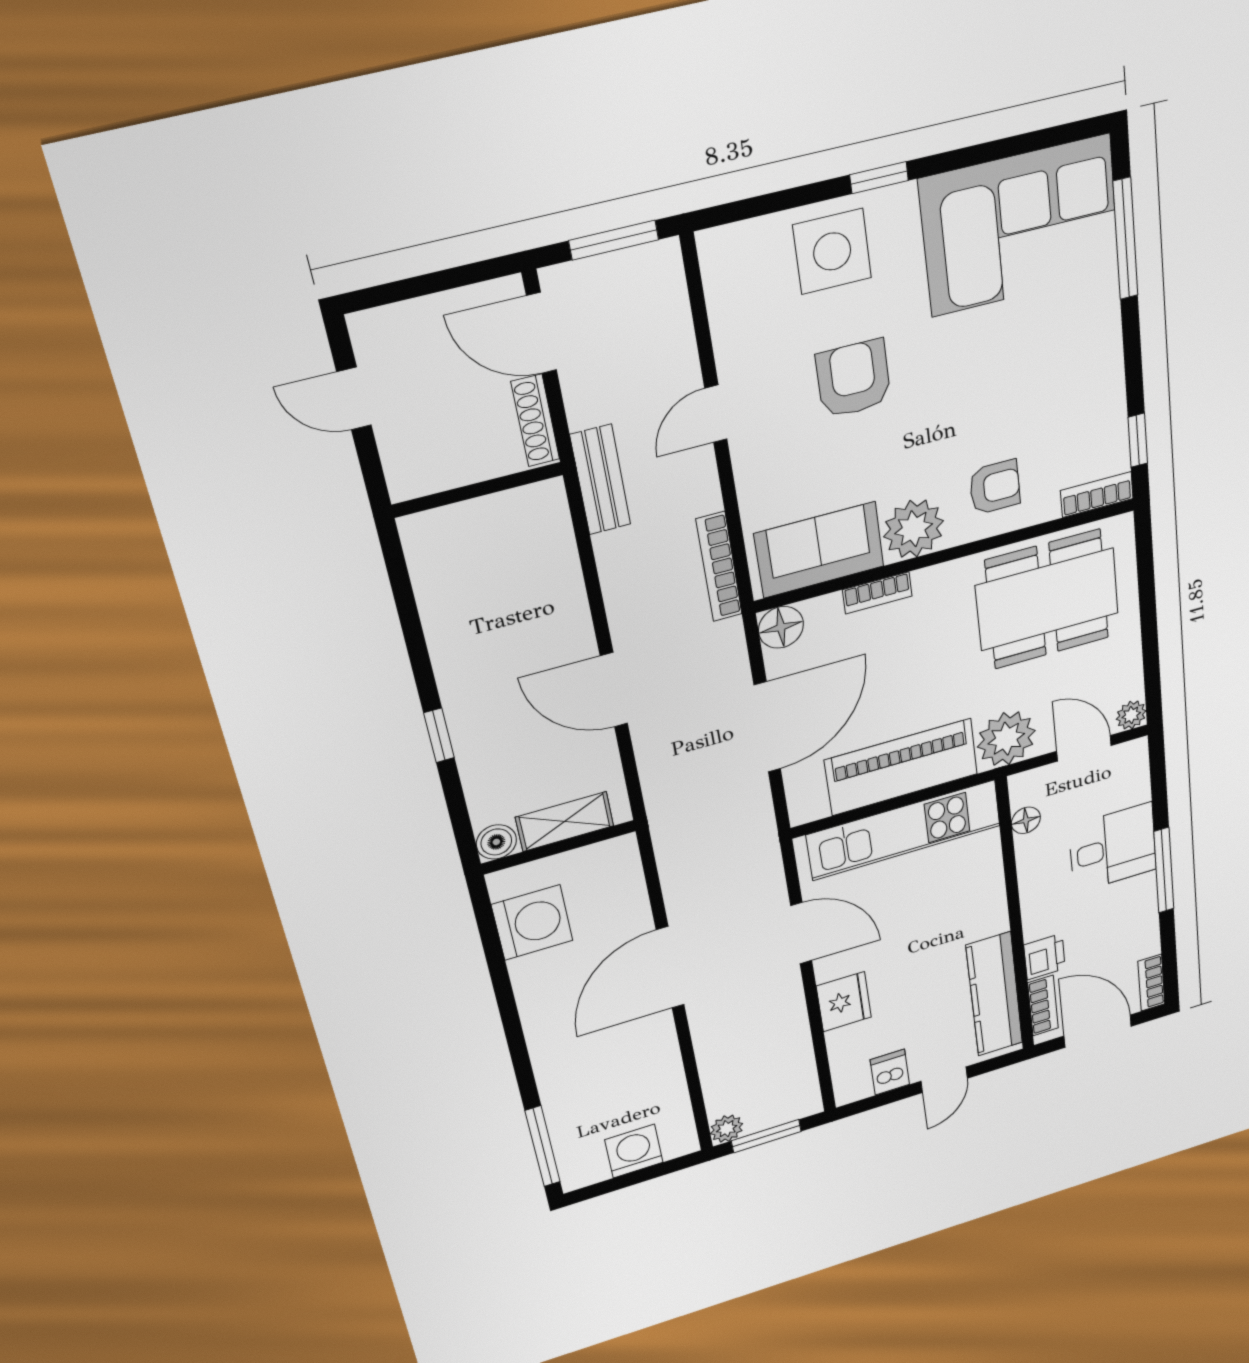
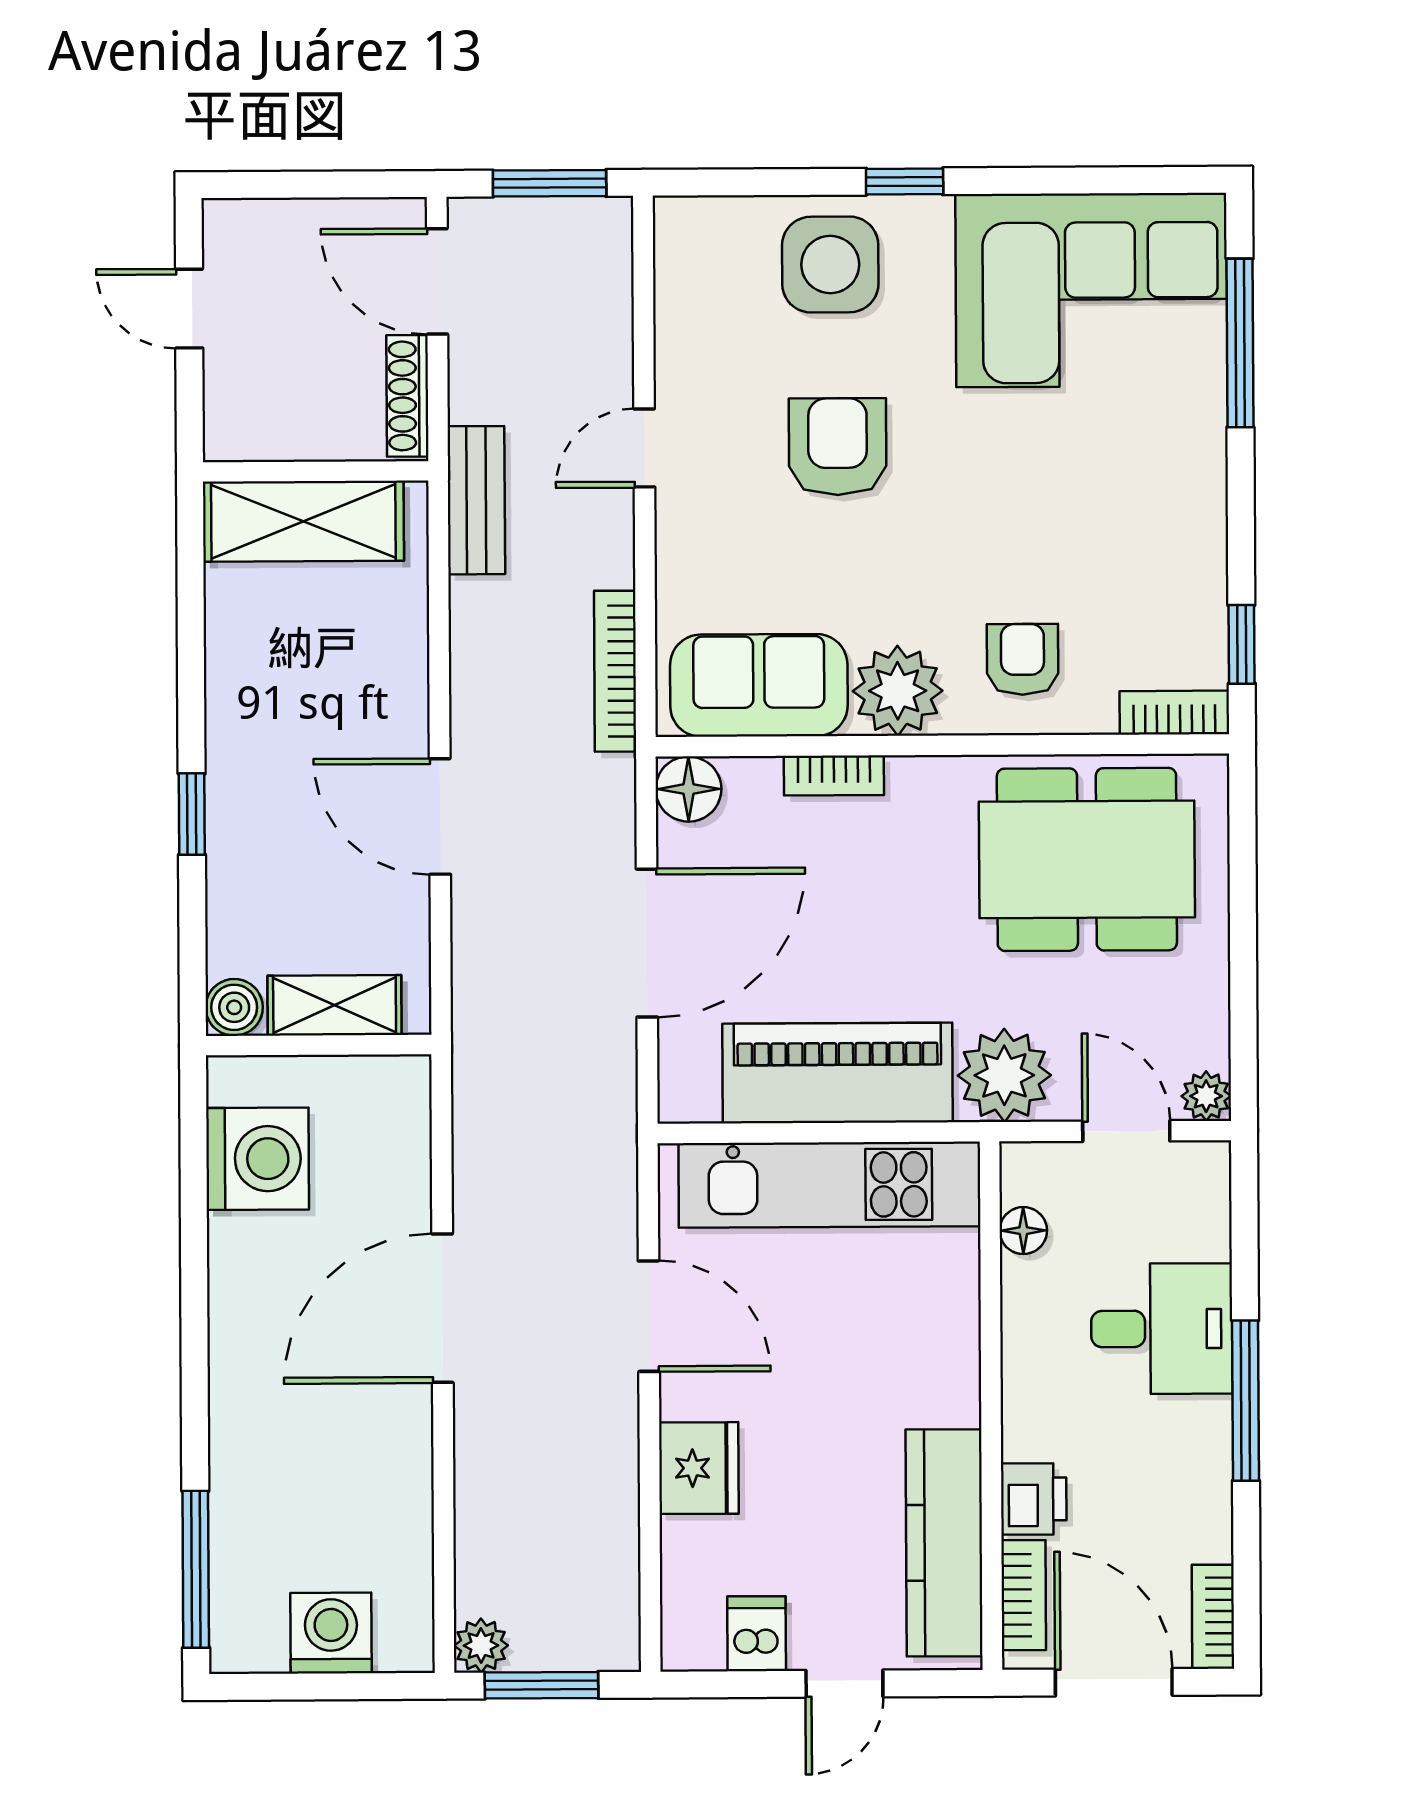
armchair: (995, 487) -> (1023, 659), turned -90
shelving: (476, 526) -> (303, 521), added

